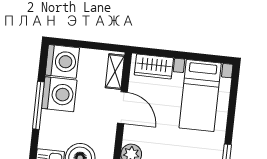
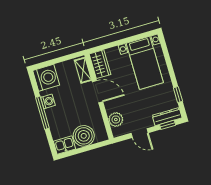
wardrobe: (154, 66) -> (100, 64), moved, turned -90
washing machine: (59, 94) -> (48, 101), width x0.53, depth x0.53

